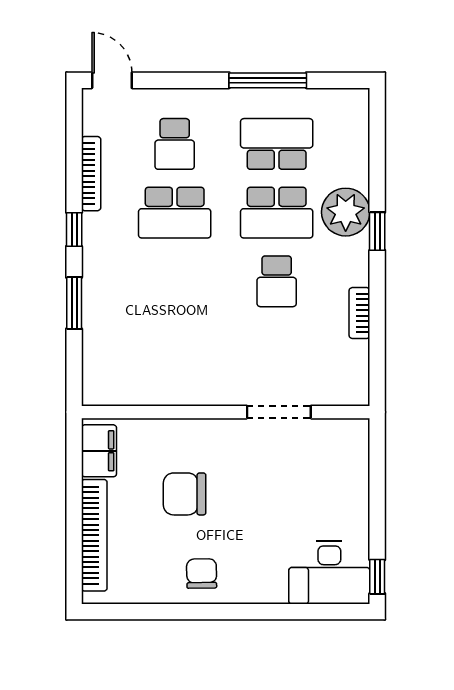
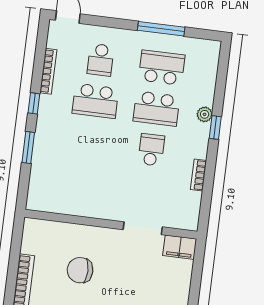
plant: (346, 212) -> (205, 114), width x0.53, depth x0.53
school desk: (277, 281) -> (151, 150), turned 180
filing cabinet: (99, 451) -> (180, 247), moved, turned 90

